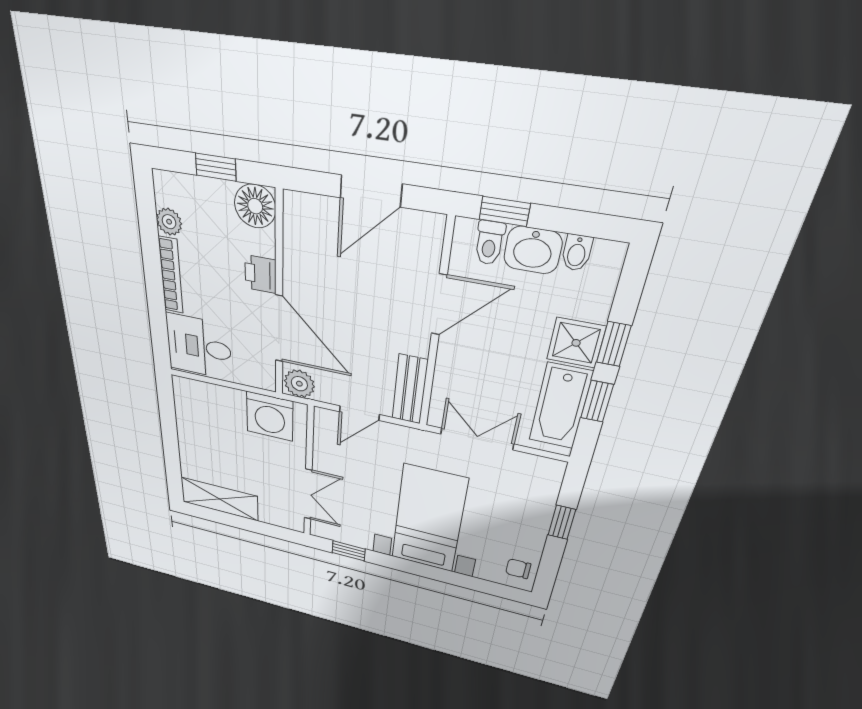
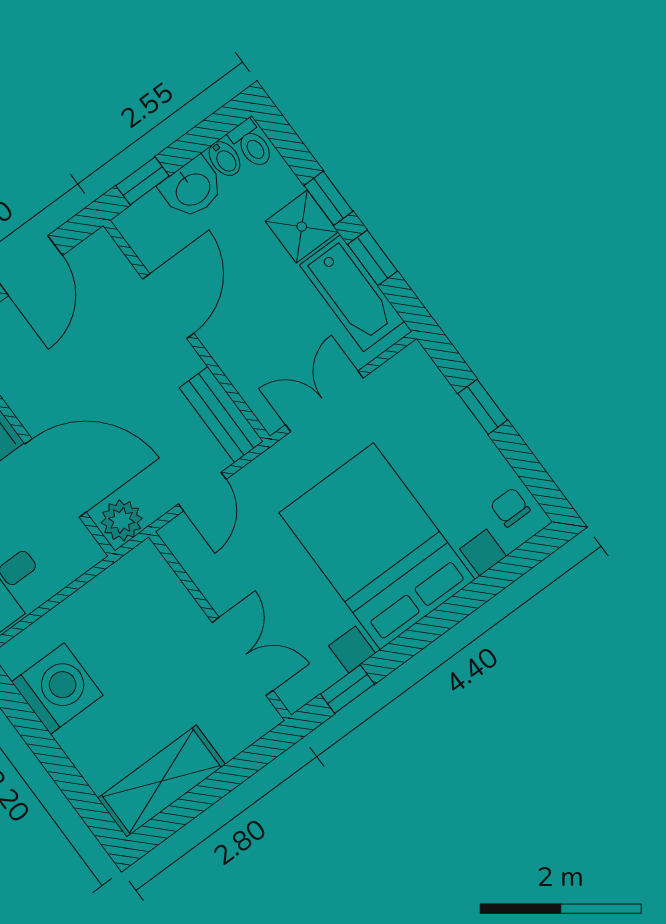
toilet: (489, 243) -> (252, 144), moved
washing machine: (270, 416) -> (57, 689), moved, turned -90
bed with nightstands: (429, 519) -> (377, 546), width x1.36
chair: (518, 569) -> (510, 507), turned 90

